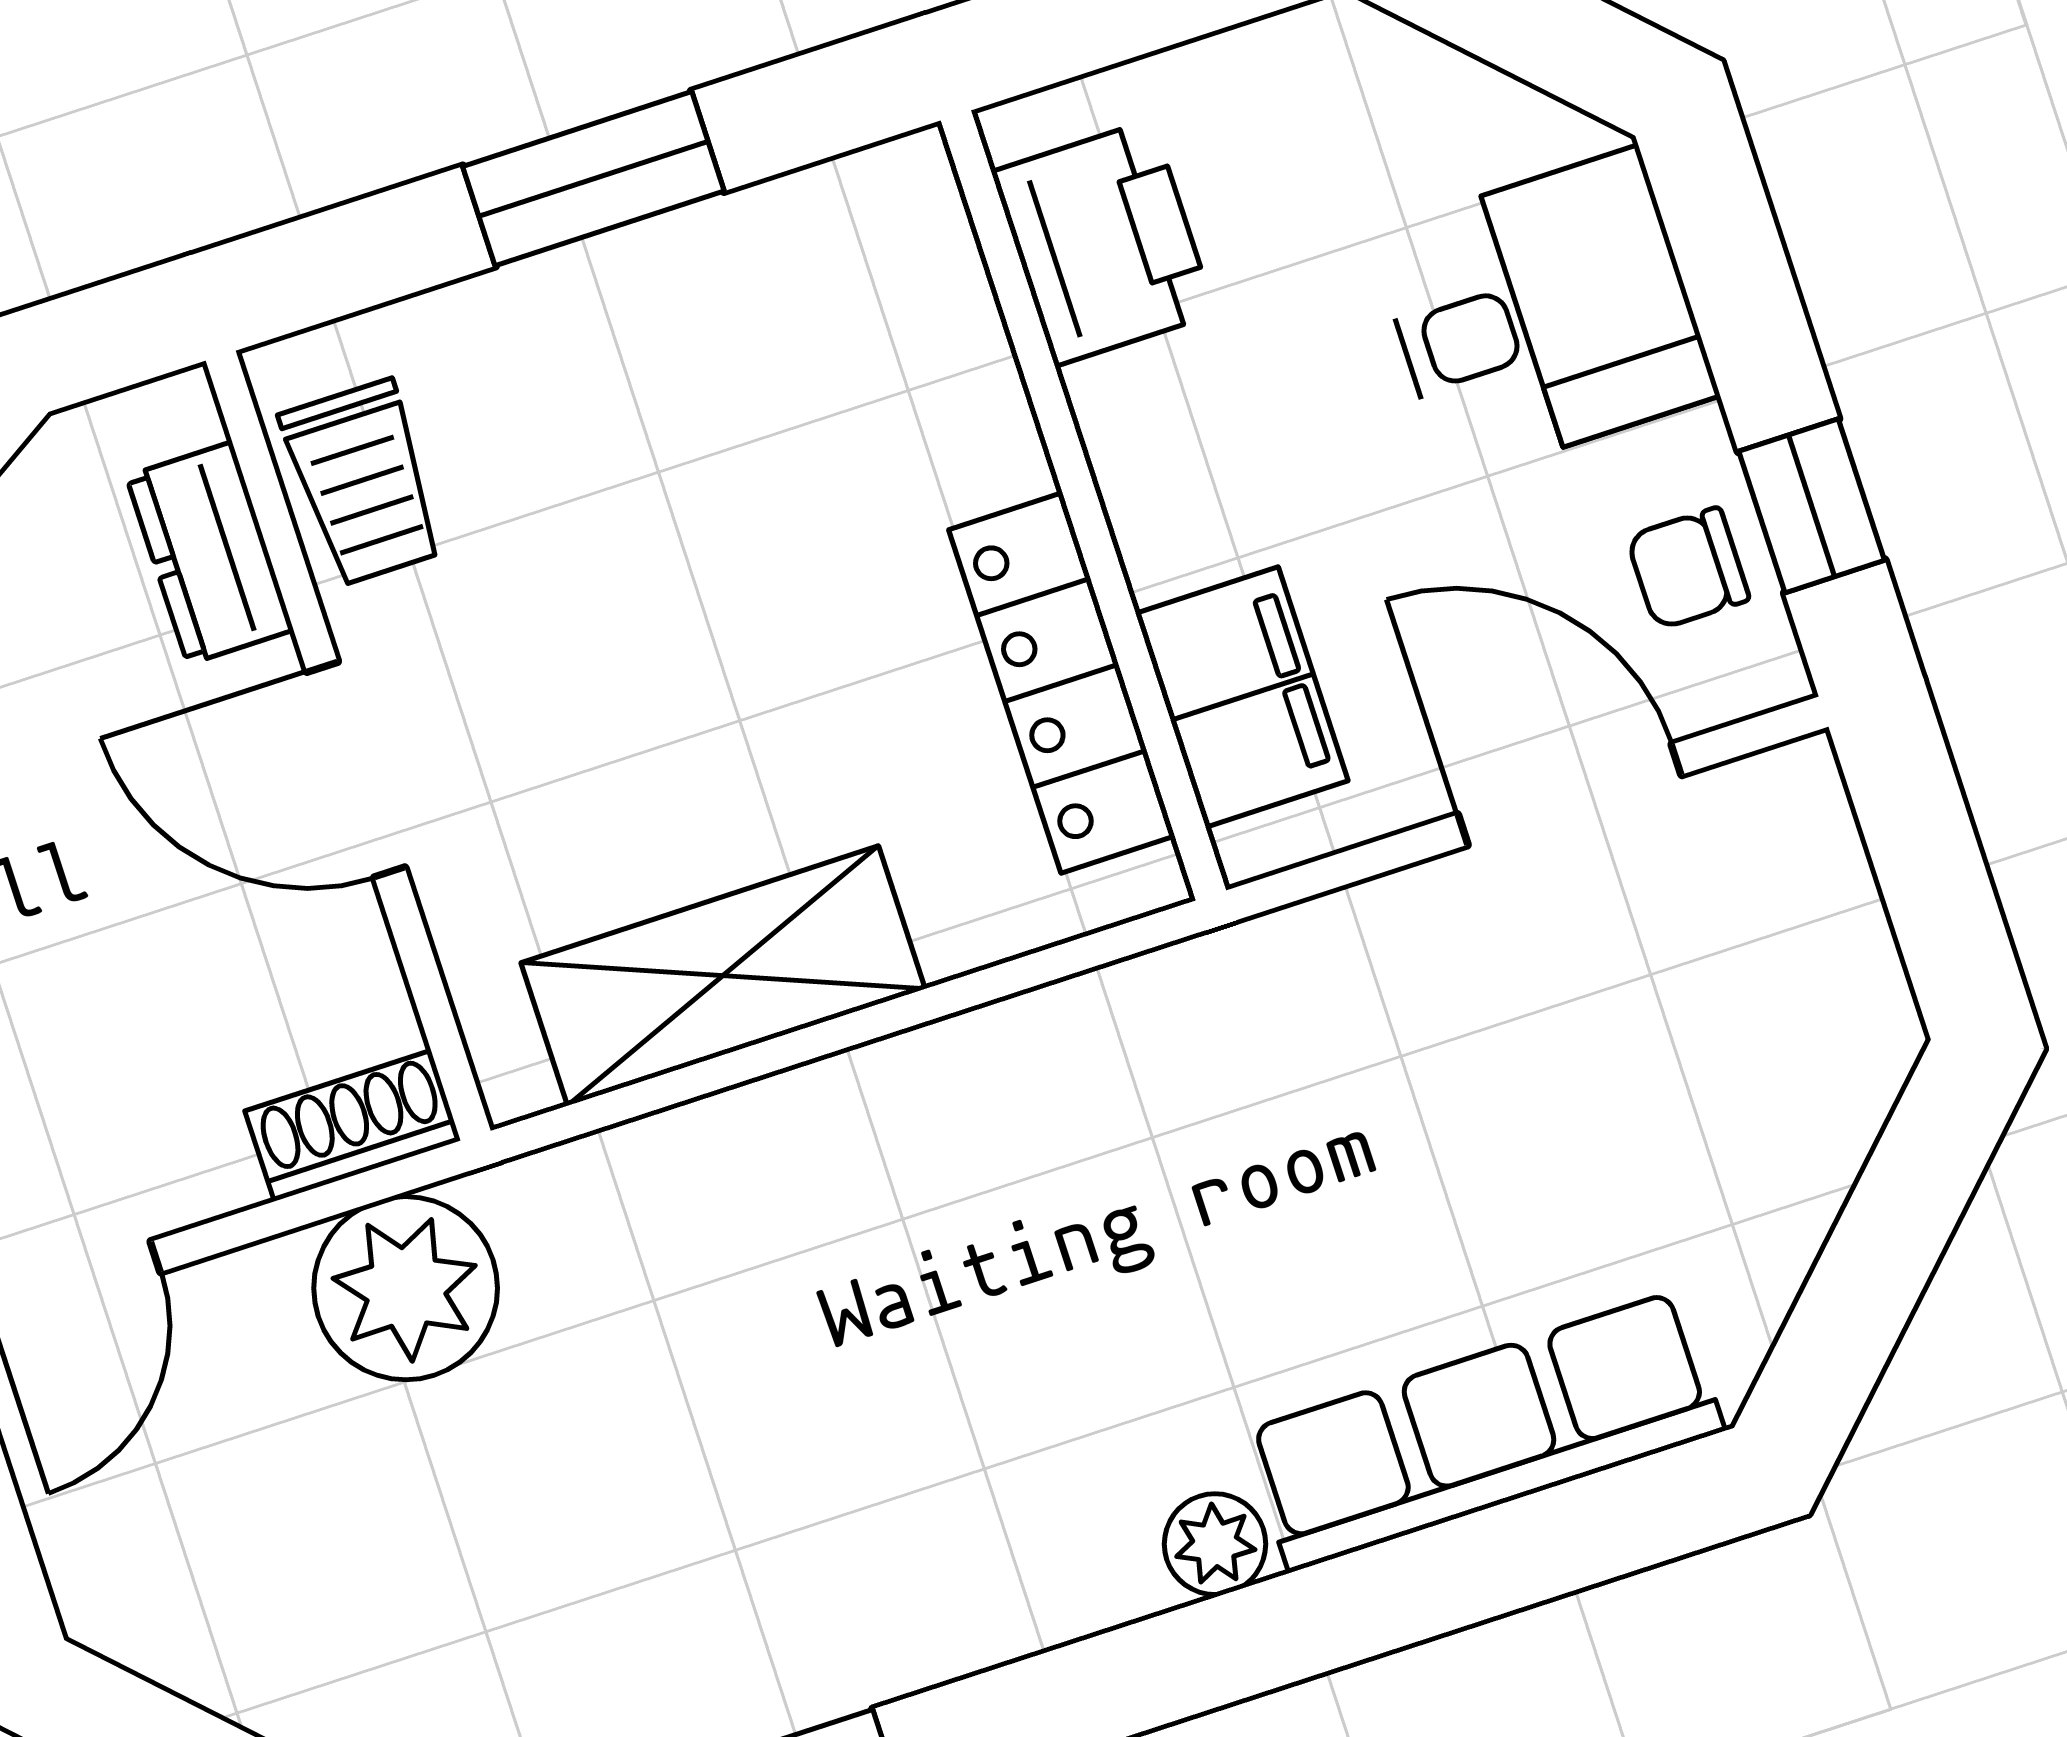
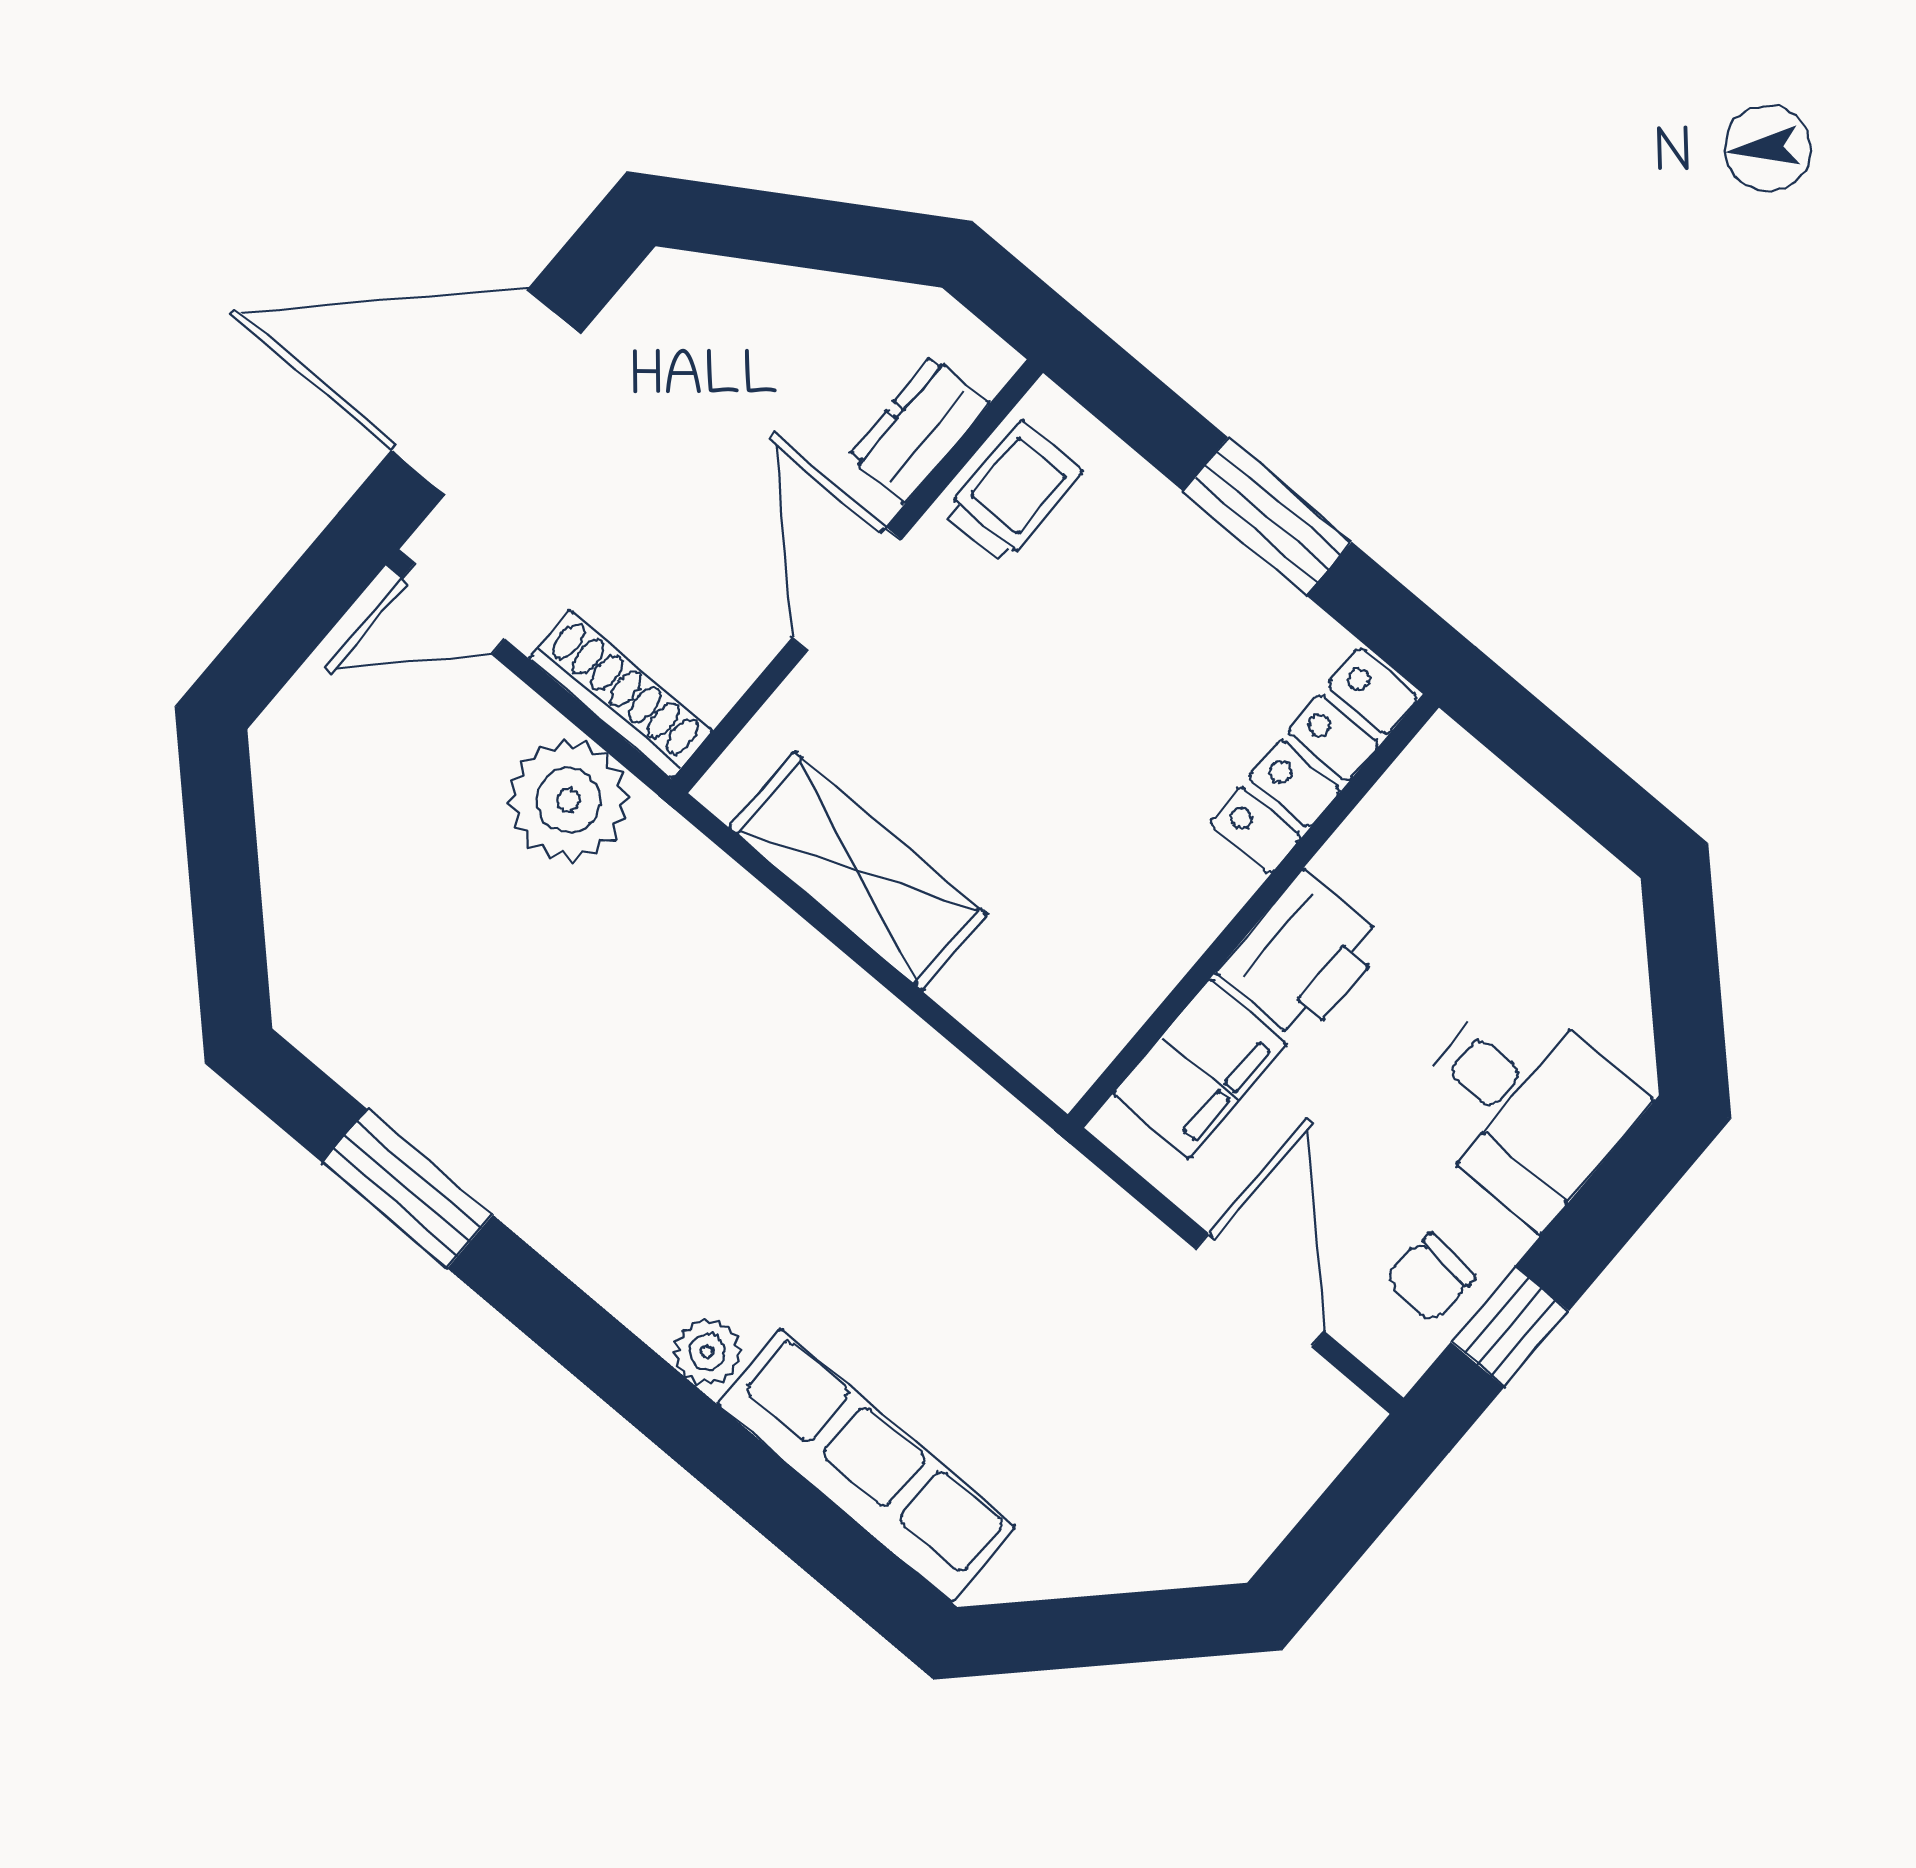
printer: (1103, 243) -> (1303, 957), moved
trolley: (363, 483) -> (1013, 492), turned 180
chair: (1688, 568) -> (1431, 1278), turned -85
locker: (1062, 683) -> (1314, 761), moved
shoe rack: (353, 1126) -> (621, 694), width x1.43

